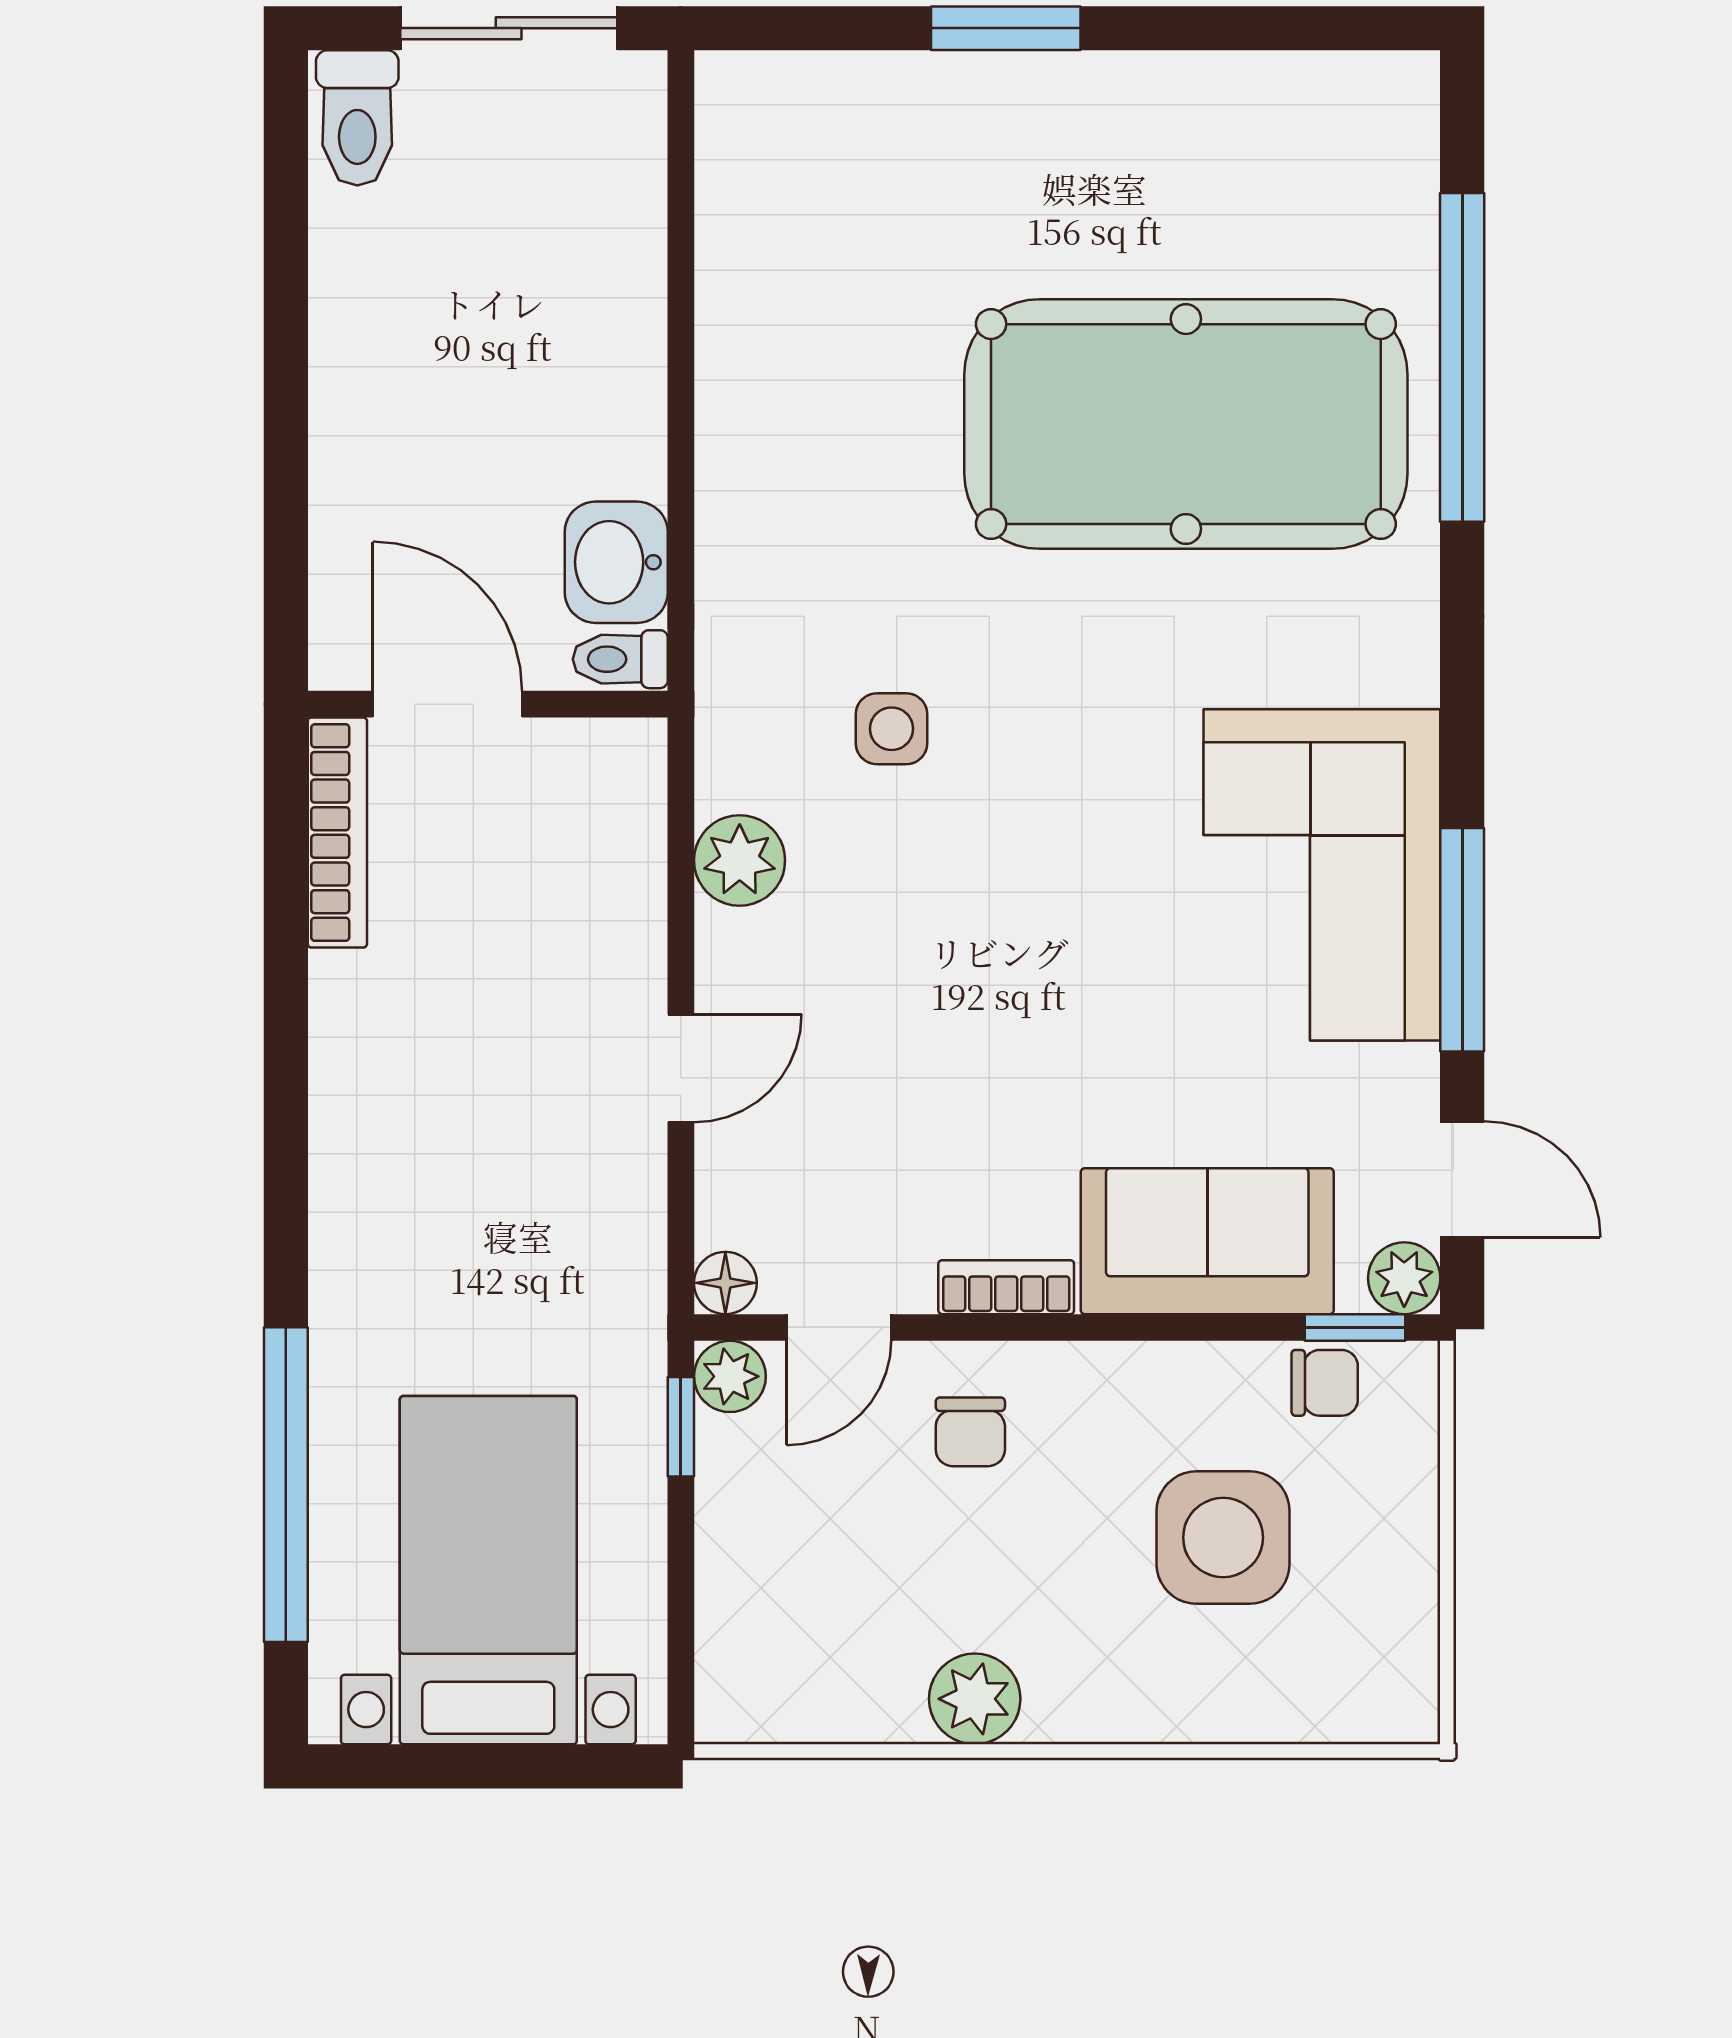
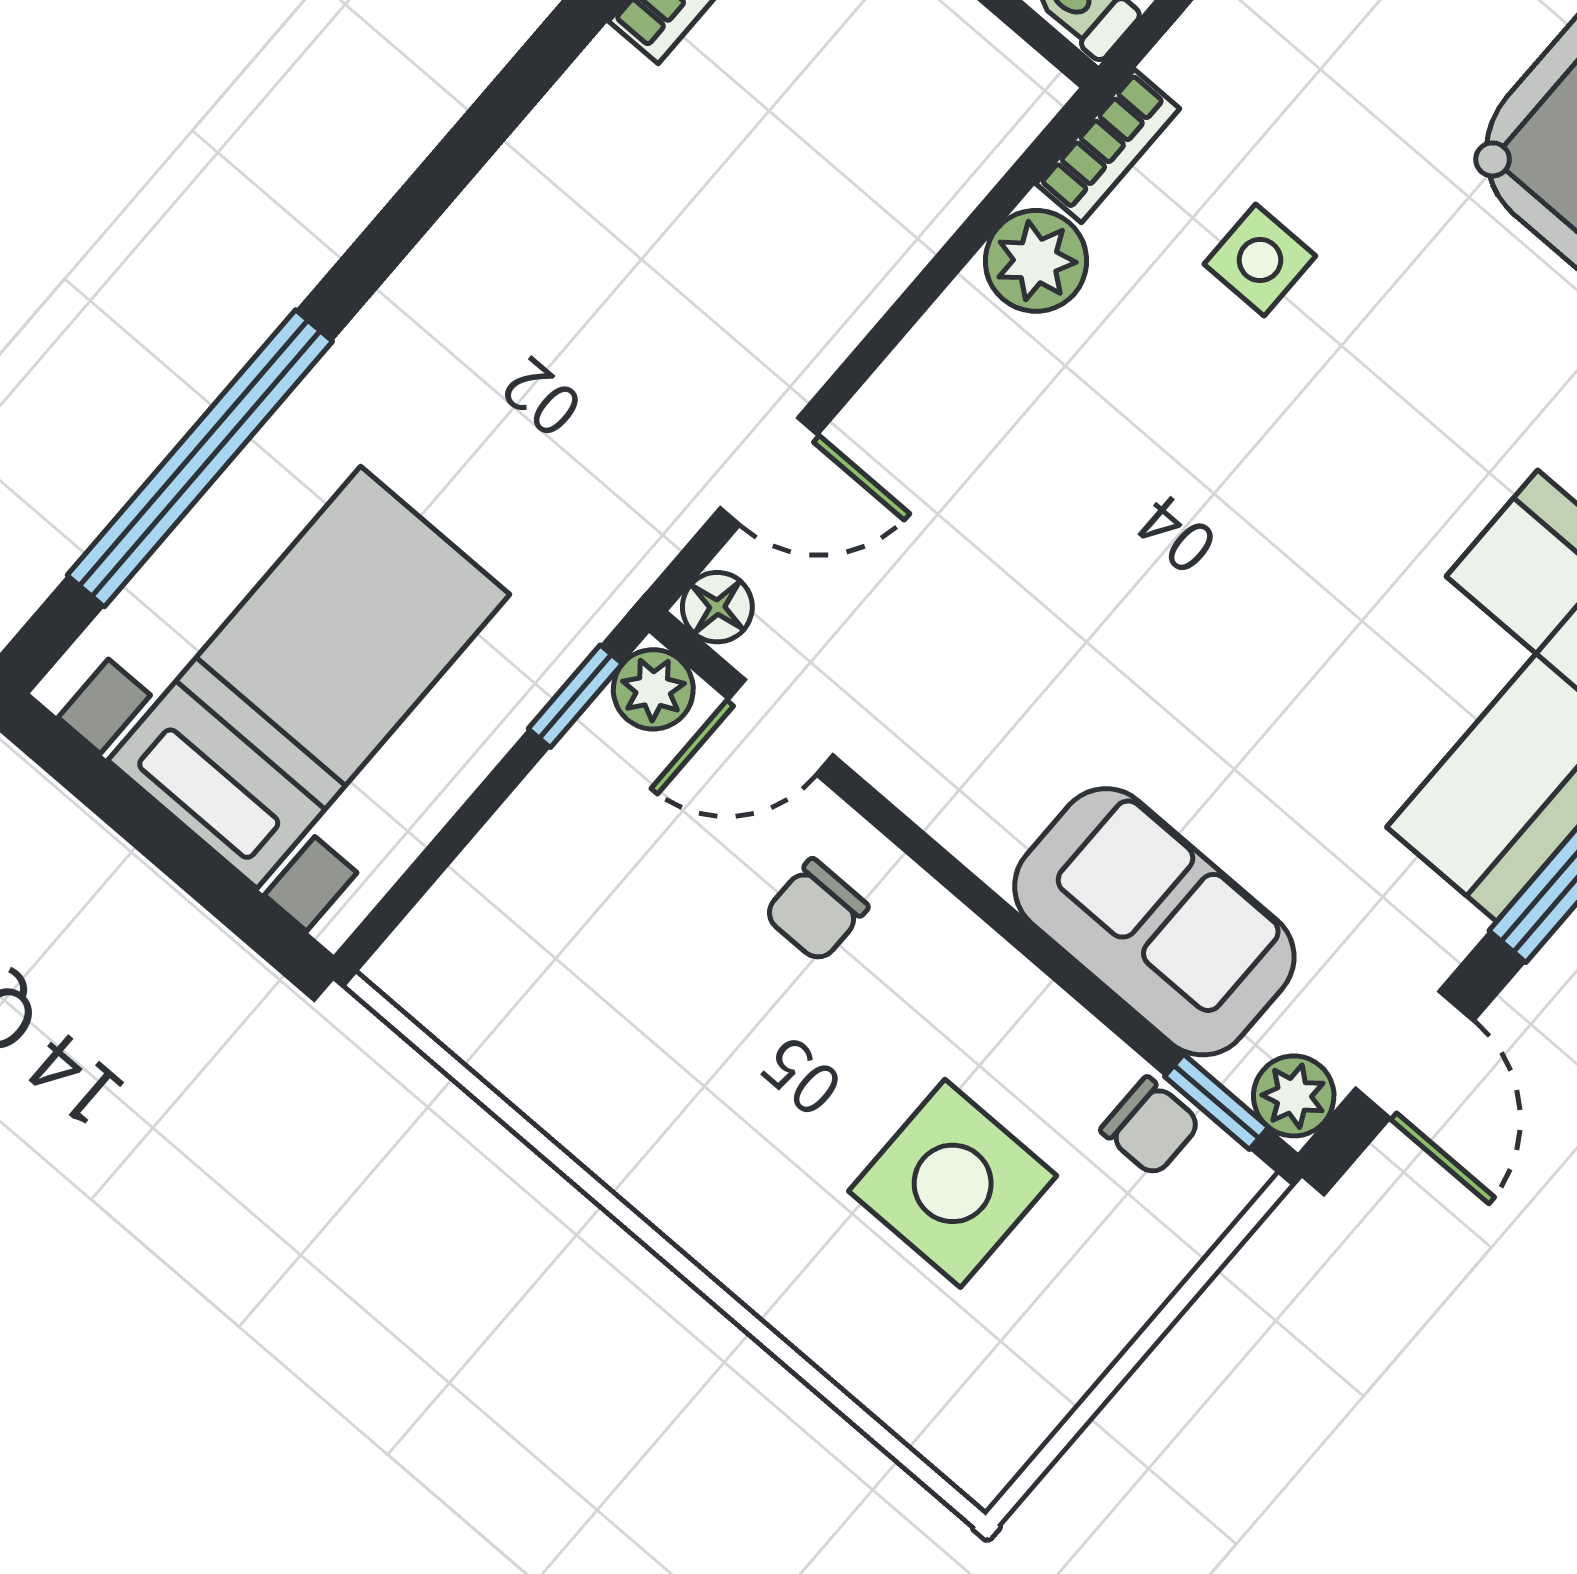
door: (681, 1068) -> (769, 471), moved
bookcase: (1006, 1287) -> (1108, 146), moved, turned 90
plant: (975, 1699) -> (626, 1139), removed

